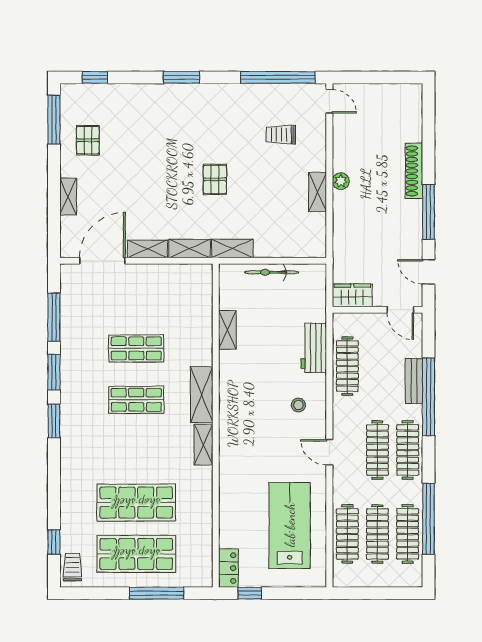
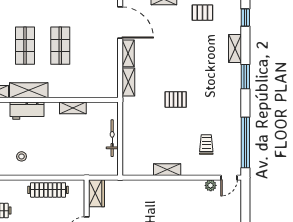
plant: (341, 181) -> (211, 185), moved
shelving: (232, 249) -> (235, 48), moved
workbench: (314, 348) -> (27, 111), moved, turned 180

